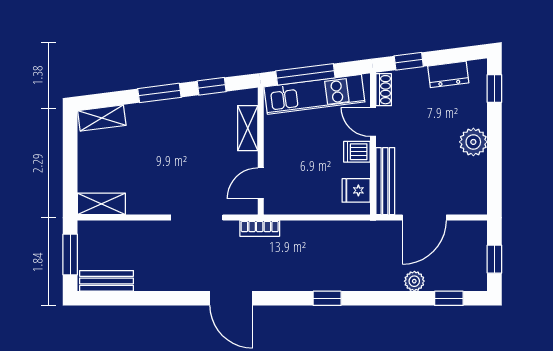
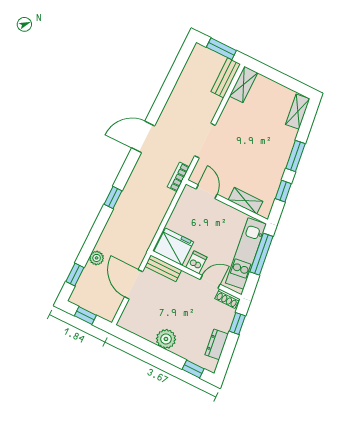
bench: (385, 181) -> (163, 268), width x0.73
fridge: (356, 190) -> (174, 247), width x1.88, depth x1.34
bench: (107, 281) -> (226, 78), moved

